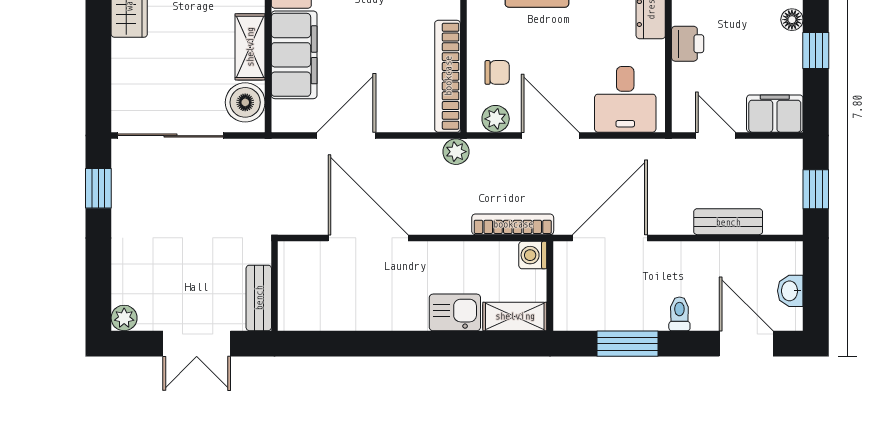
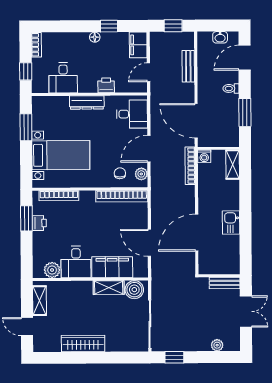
plant: (456, 152) -> (157, 192), removed
kitchen sink: (455, 312) -> (231, 223), moved
plant: (124, 318) -> (217, 345), moved

